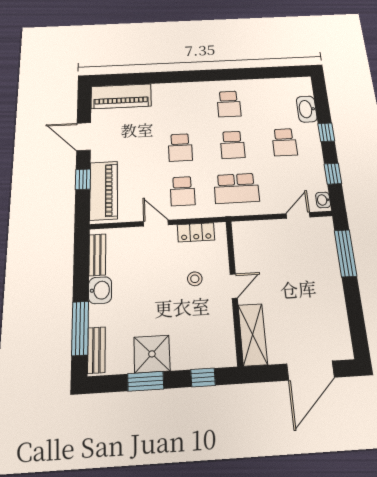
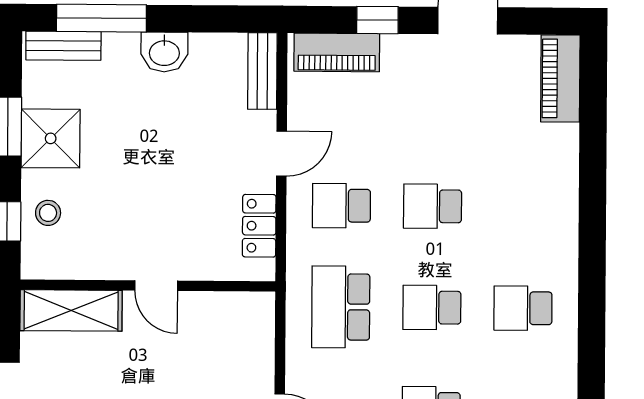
piano: (121, 96) -> (560, 78), width x0.73, depth x0.75
piano: (104, 190) -> (337, 52), width x0.73, depth x0.75
bench: (97, 255) -> (262, 71), moved, turned 90
stool: (195, 279) -> (48, 213), moved

